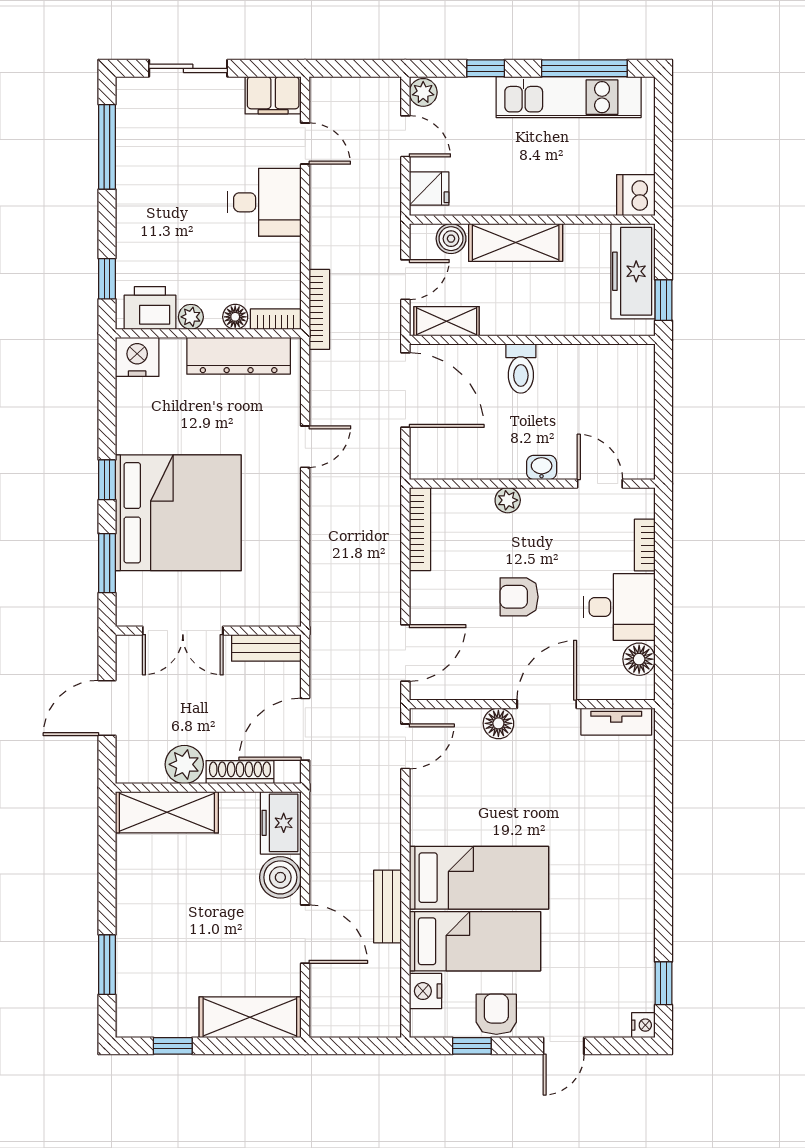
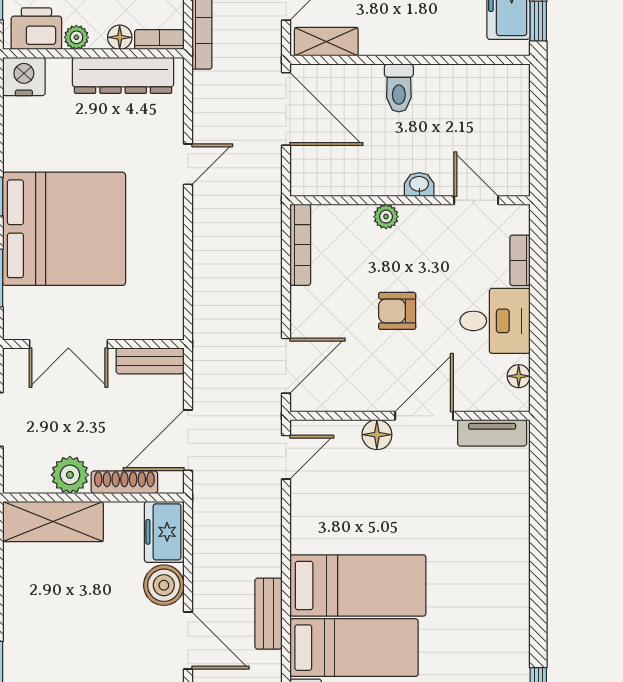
floor lamp: (639, 659) -> (519, 376), width x0.73, depth x0.73

